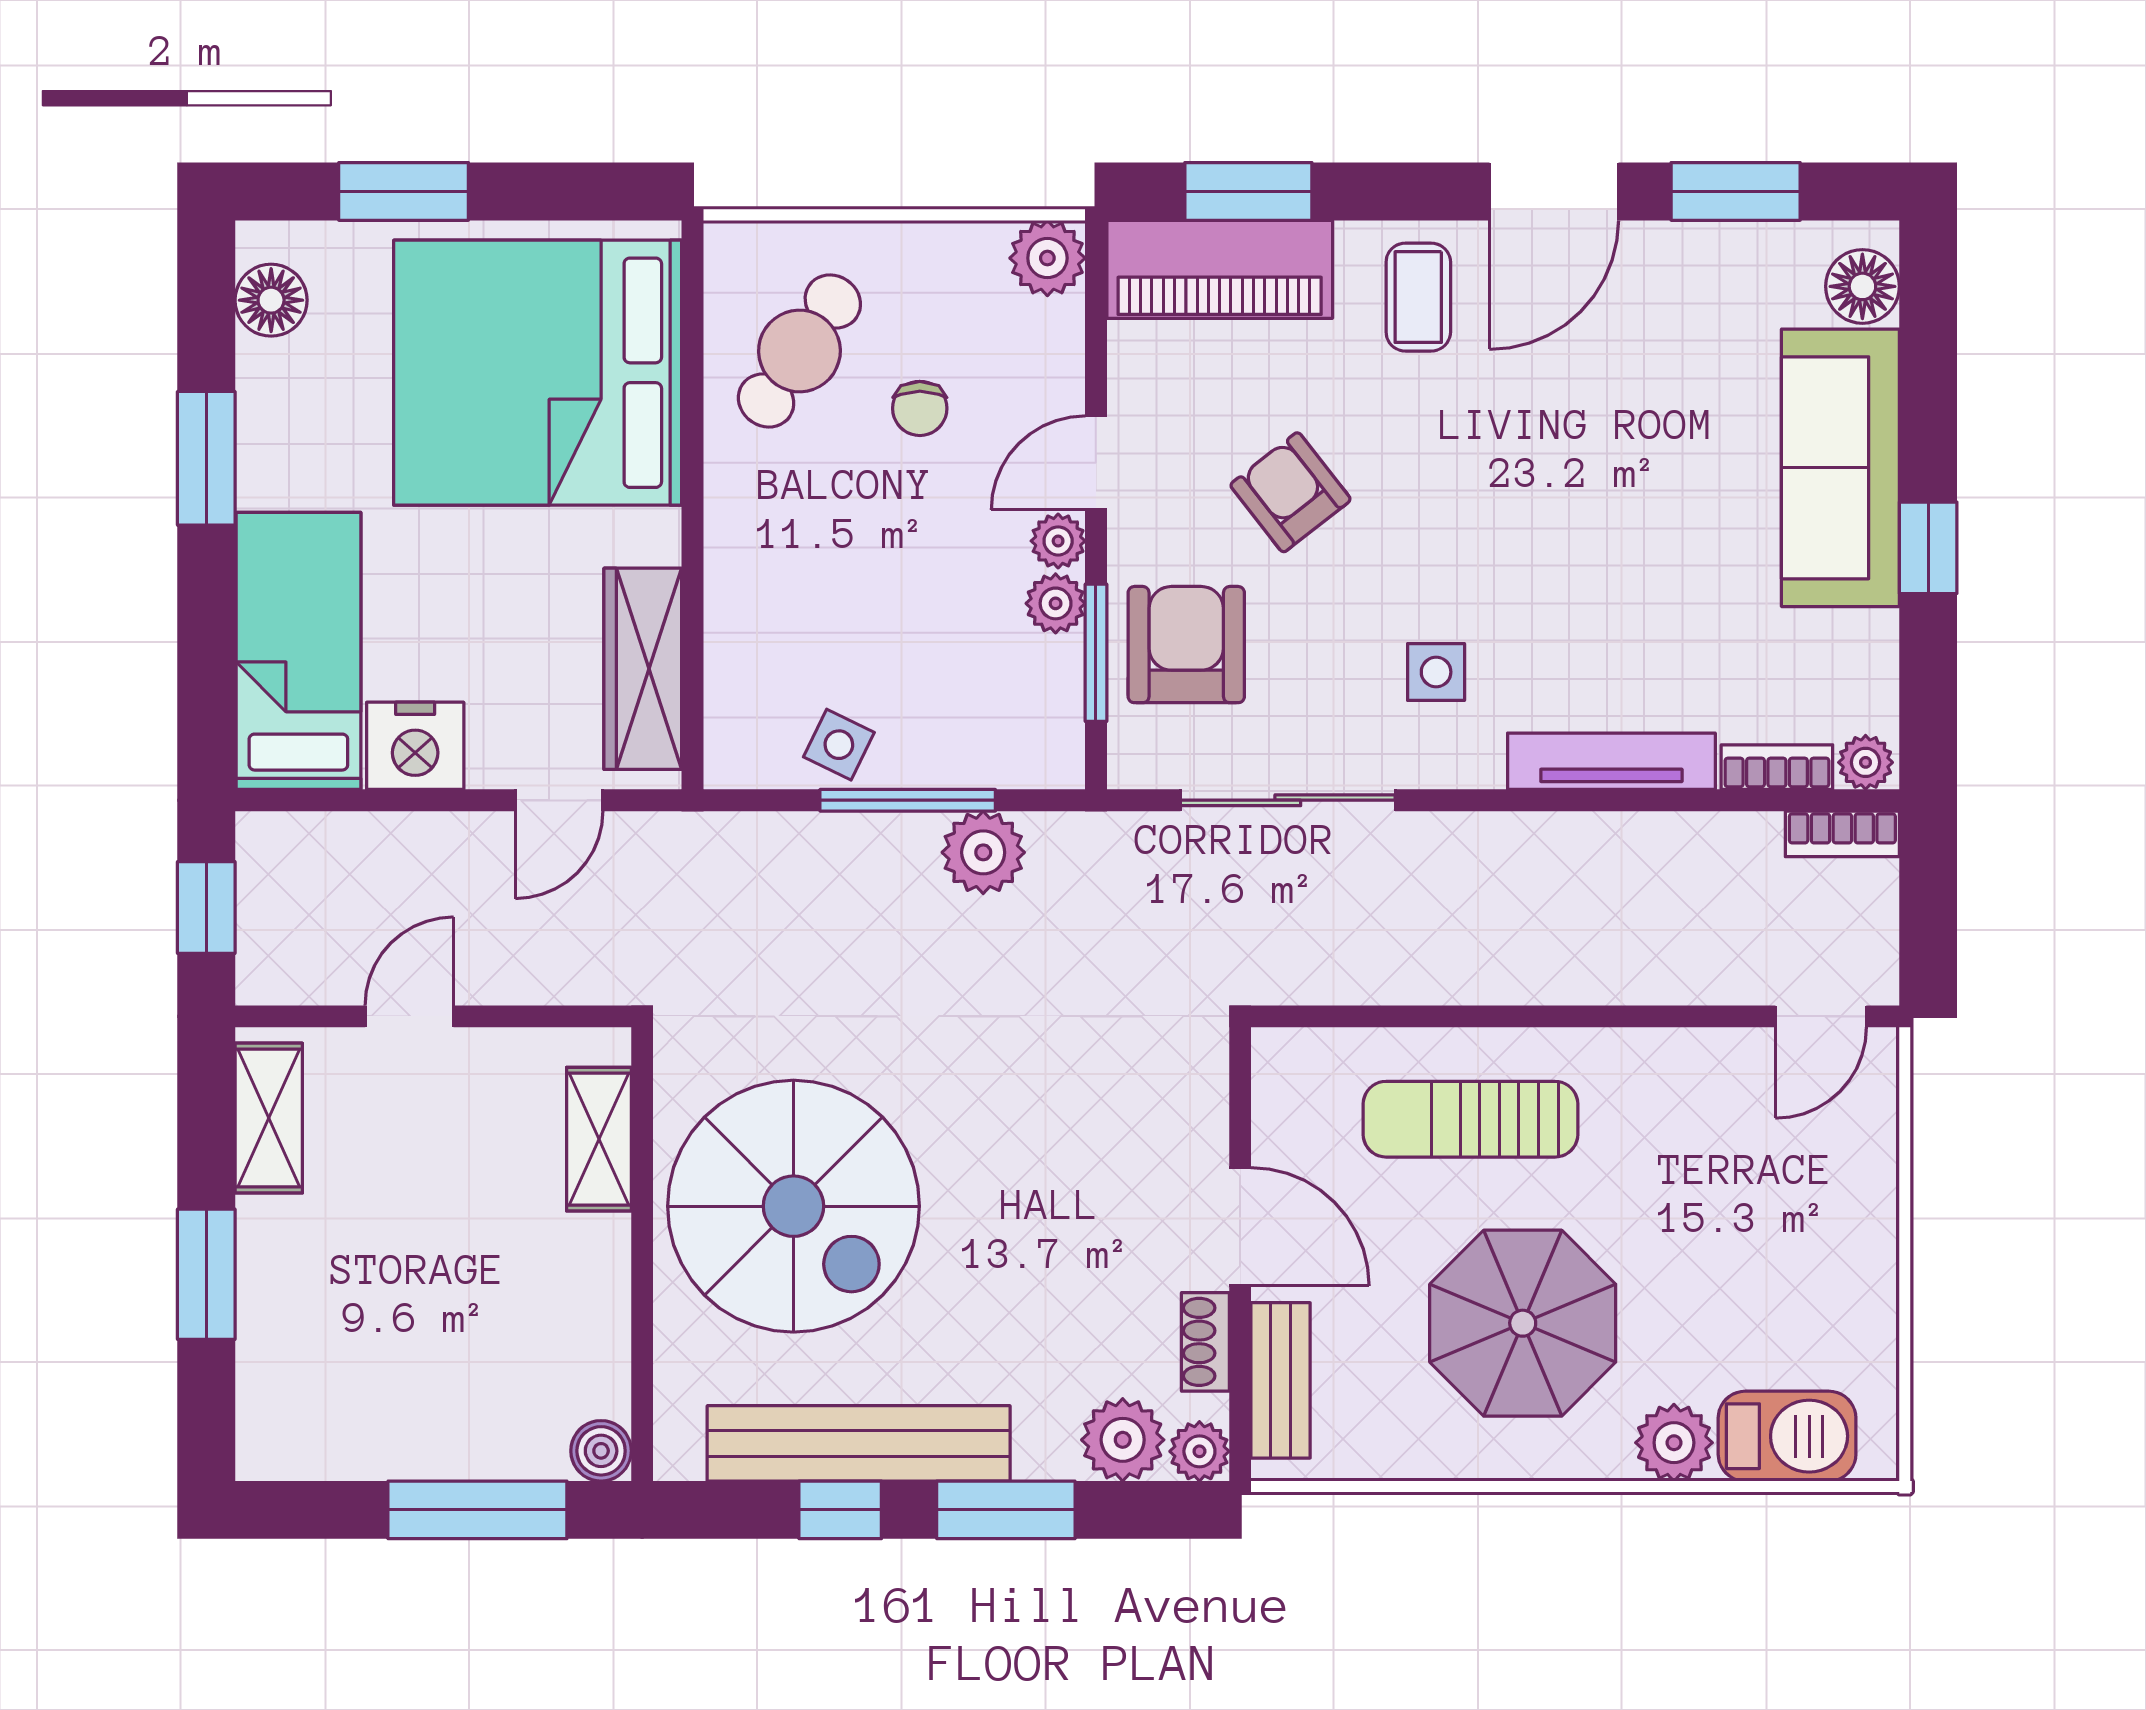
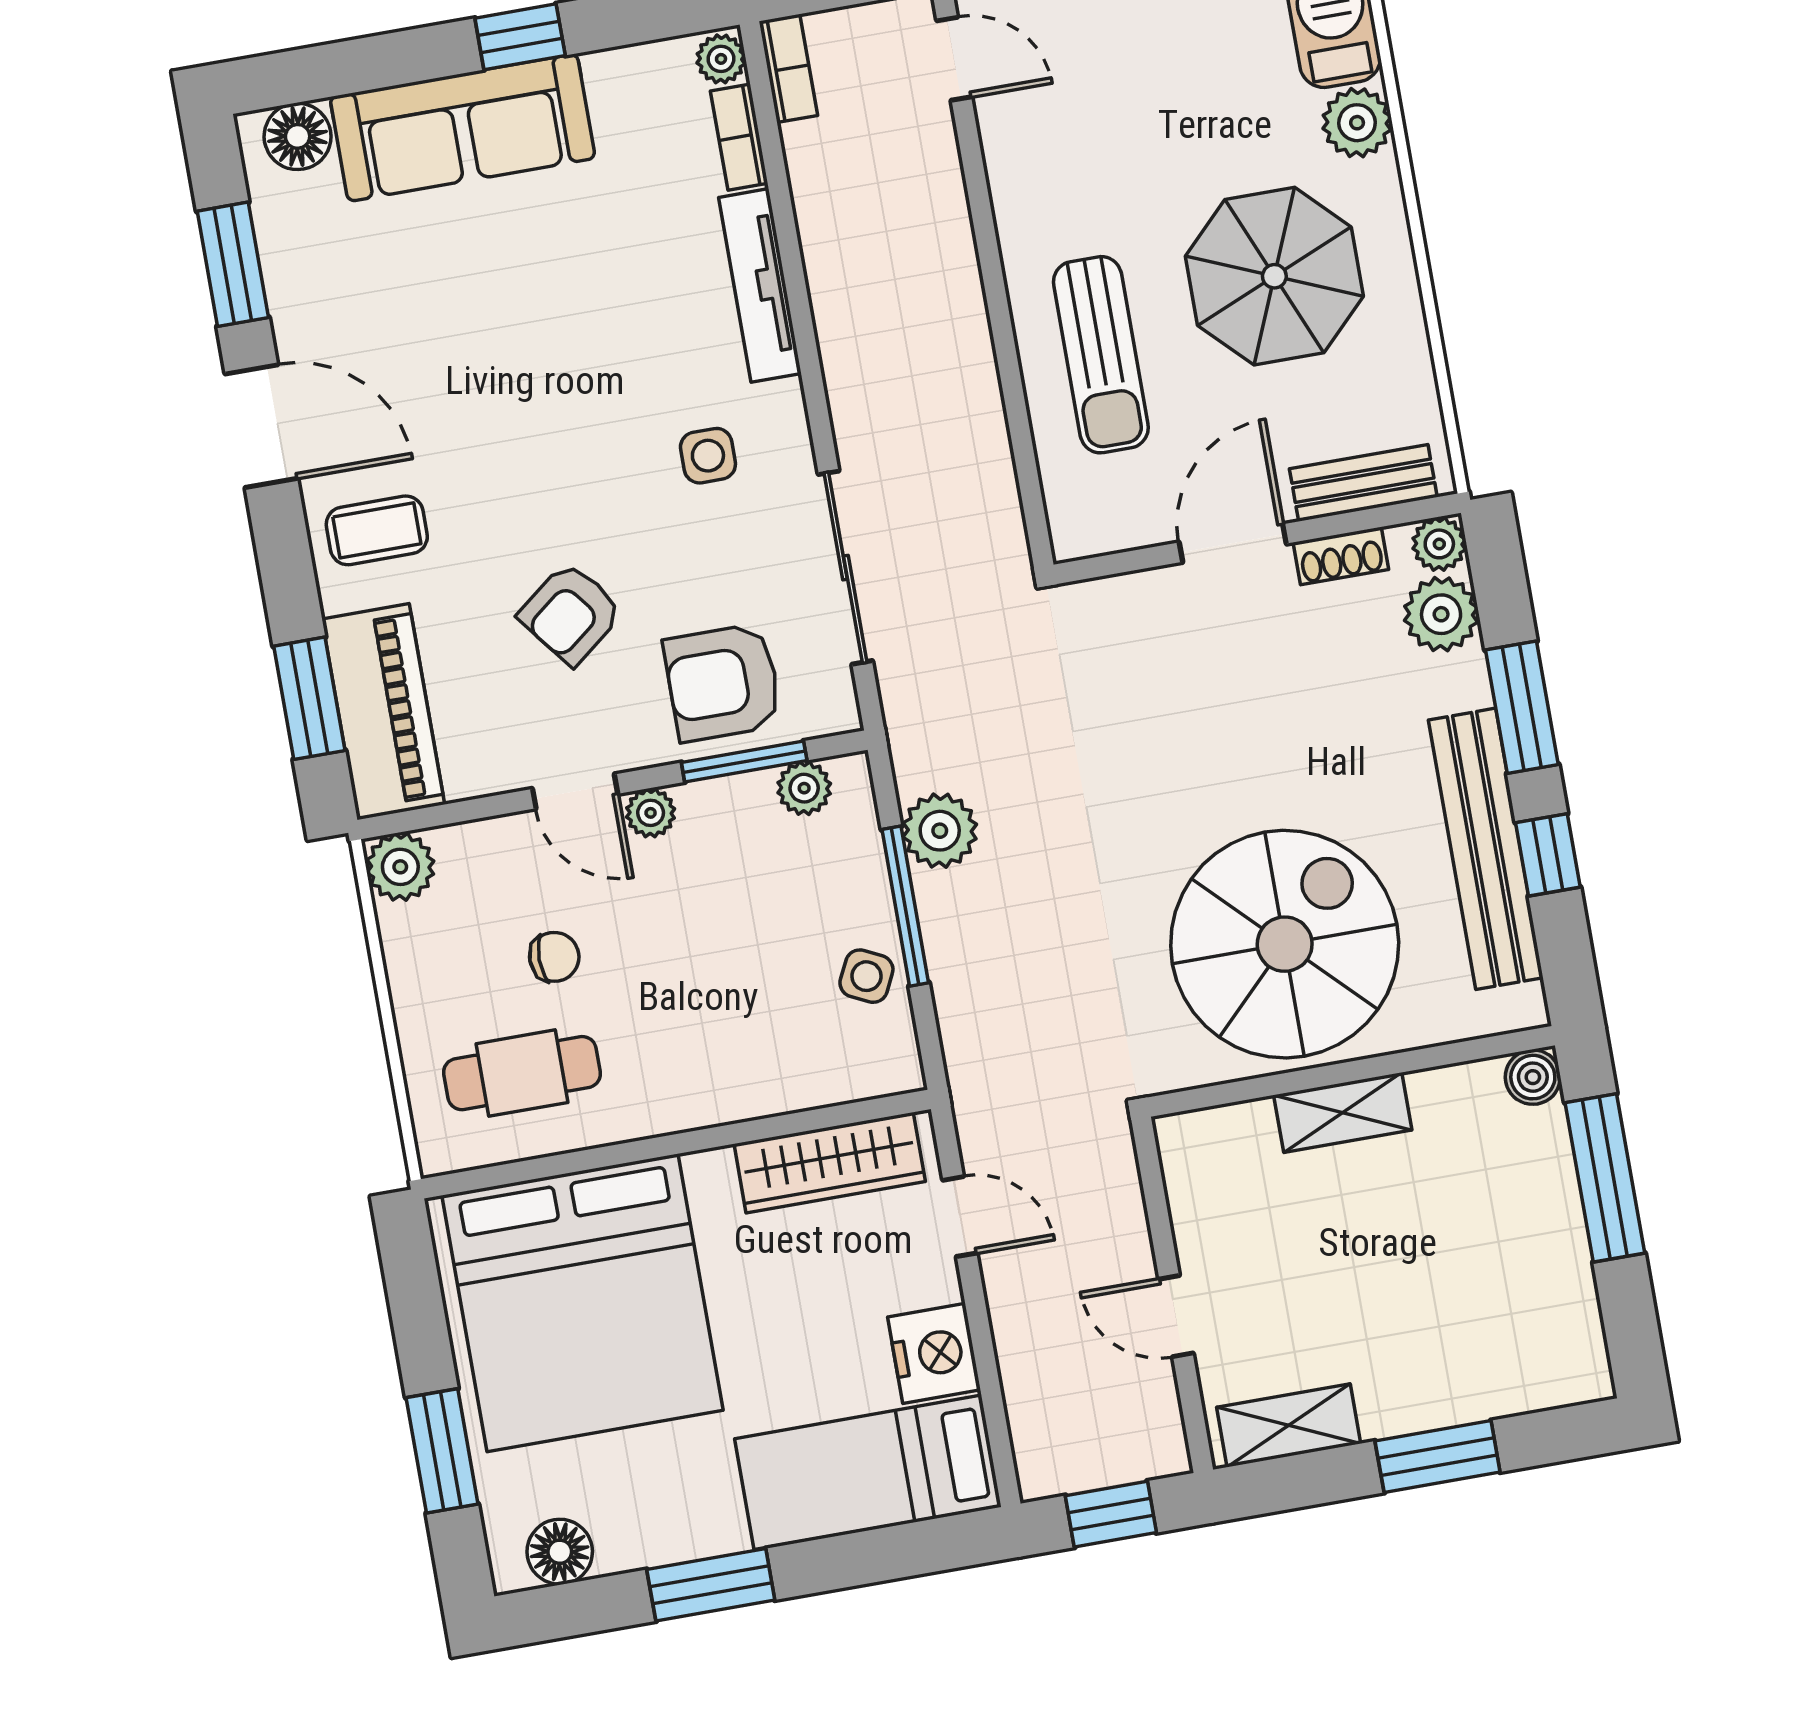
cafe table: (799, 351) -> (522, 1073), turned -34
plant: (1056, 603) -> (804, 788), moved
shelving: (599, 1139) -> (1343, 1113), moved

